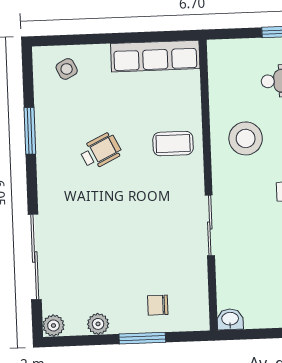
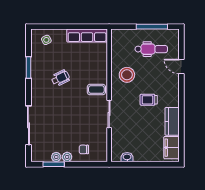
coffee table: (173, 144) -> (96, 90), moved
washbasin: (230, 319) -> (127, 157), moved
plant: (53, 326) -> (67, 157), moved
window: (142, 338) -> (54, 164), moved

